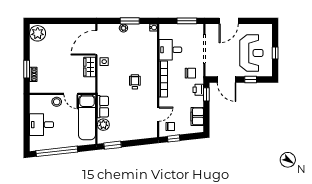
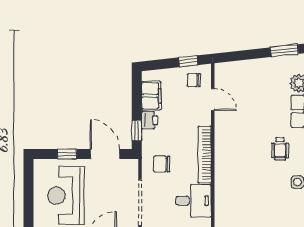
window: (275, 53) -> (29, 196), removed
wheelchair: (135, 82) -> (280, 149), moved
printer: (198, 90) -> (150, 120), moved
door: (158, 114) -> (213, 100), swing flipped

